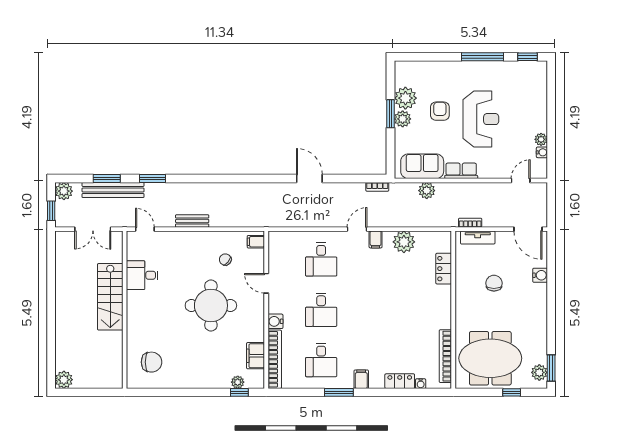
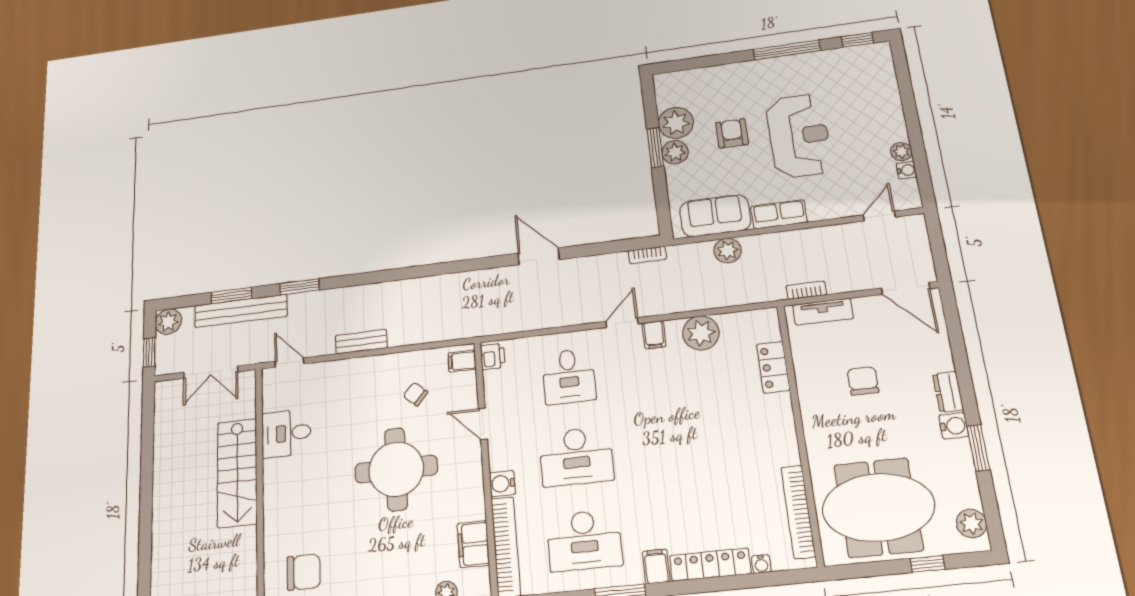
printer: (275, 241) -> (493, 356), added
water cooler: (540, 275) -> (954, 426), moved
dresser: (541, 296) -> (948, 392), added
desk: (321, 310) -> (576, 456), width x1.37
desk: (321, 360) -> (584, 540), width x1.37
window: (551, 368) -> (978, 448), moved
locker: (400, 381) -> (710, 565), width x1.53

